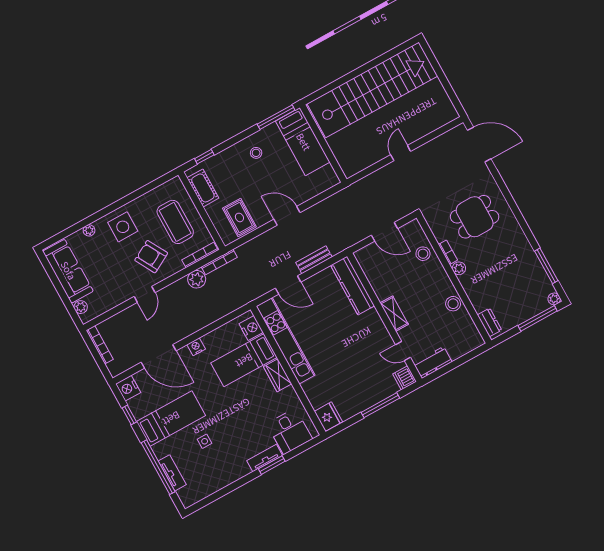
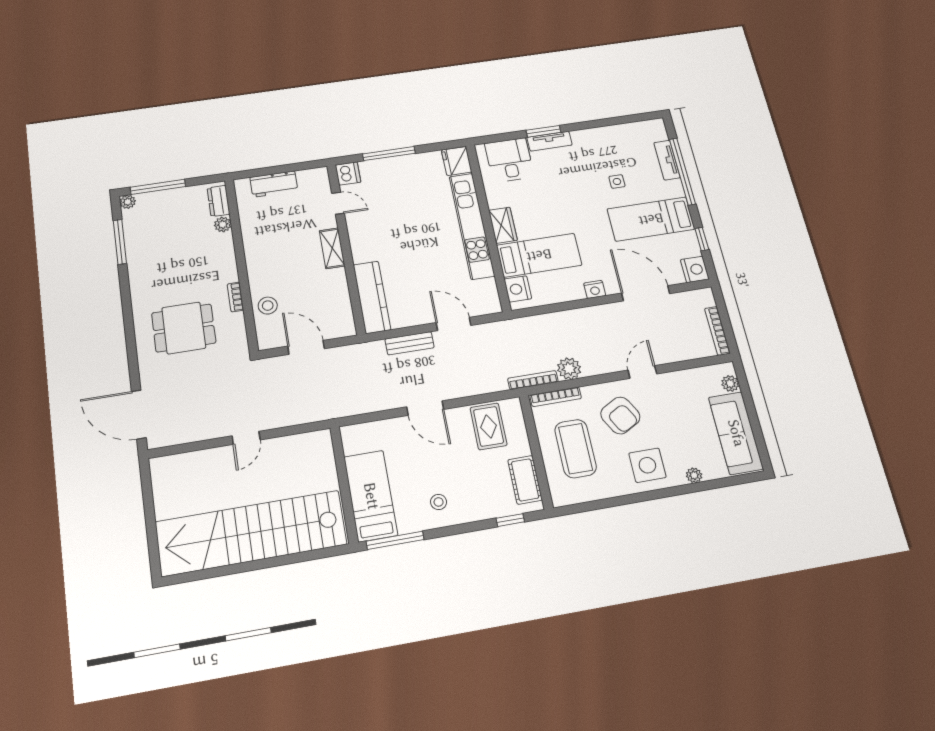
plant: (459, 268) -> (223, 224), moved
stool: (453, 304) -> (254, 236), removed
kitchen unit: (286, 341) -> (472, 226), moved
workbench: (433, 362) -> (274, 184), moved

